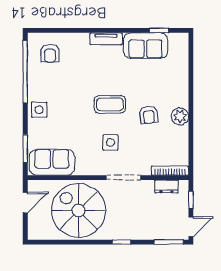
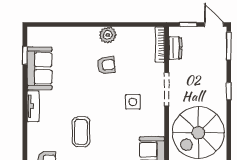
coffee table: (110, 104) -> (81, 132), moved

